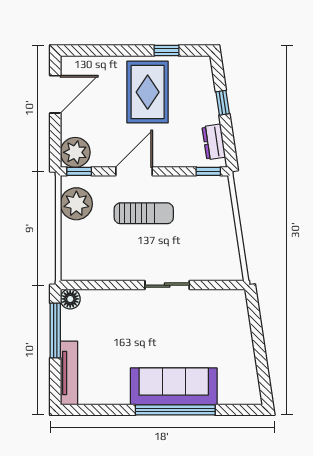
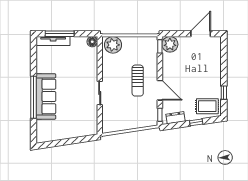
rug: (148, 92) -> (207, 106), moved, width x0.73, depth x0.70
door: (55, 94) -> (201, 34), swing flipped
door: (134, 171) -> (160, 90), moved
plant: (76, 204) -> (113, 45), moved
window: (55, 330) -> (60, 34), moved

